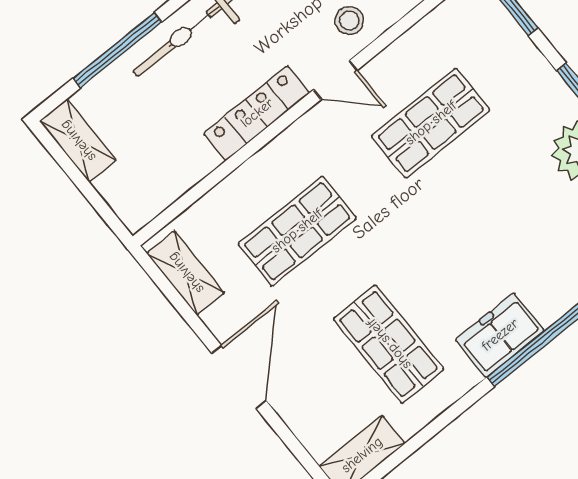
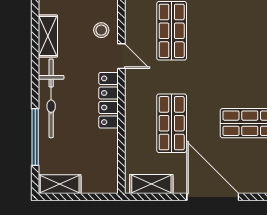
door: (335, 80) -> (121, 56), hinge flipped
door: (239, 377) -> (213, 197), width x1.36

